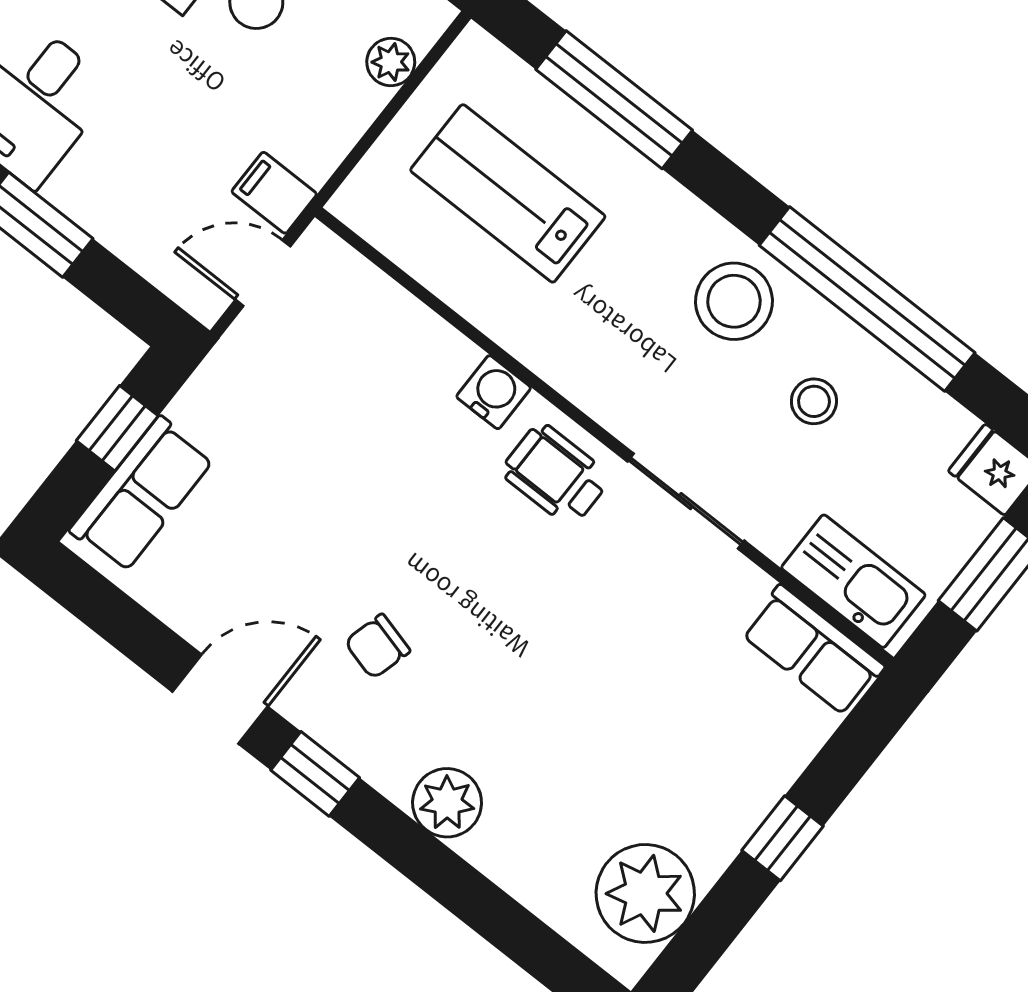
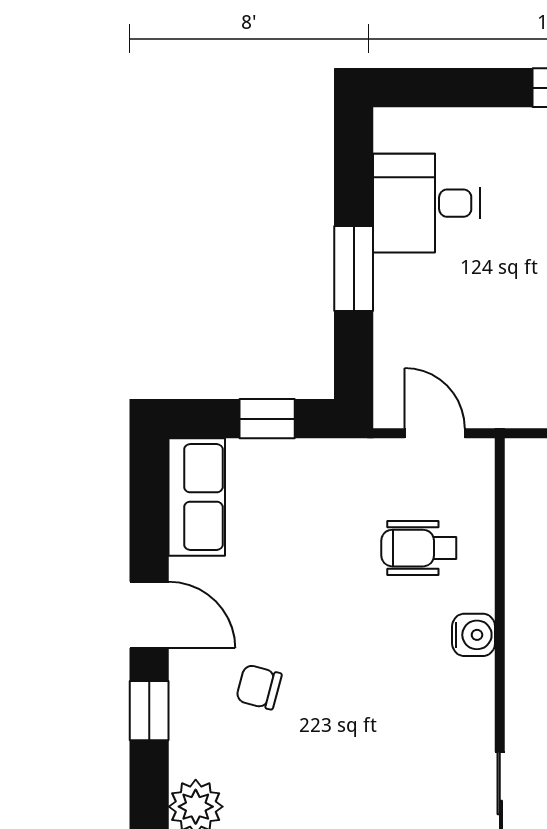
filing cabinet: (274, 193) -> (490, 401), removed
wheelchair: (556, 475) -> (419, 548), moved, turned -90
row of seats: (142, 495) -> (197, 497), moved, turned -90

